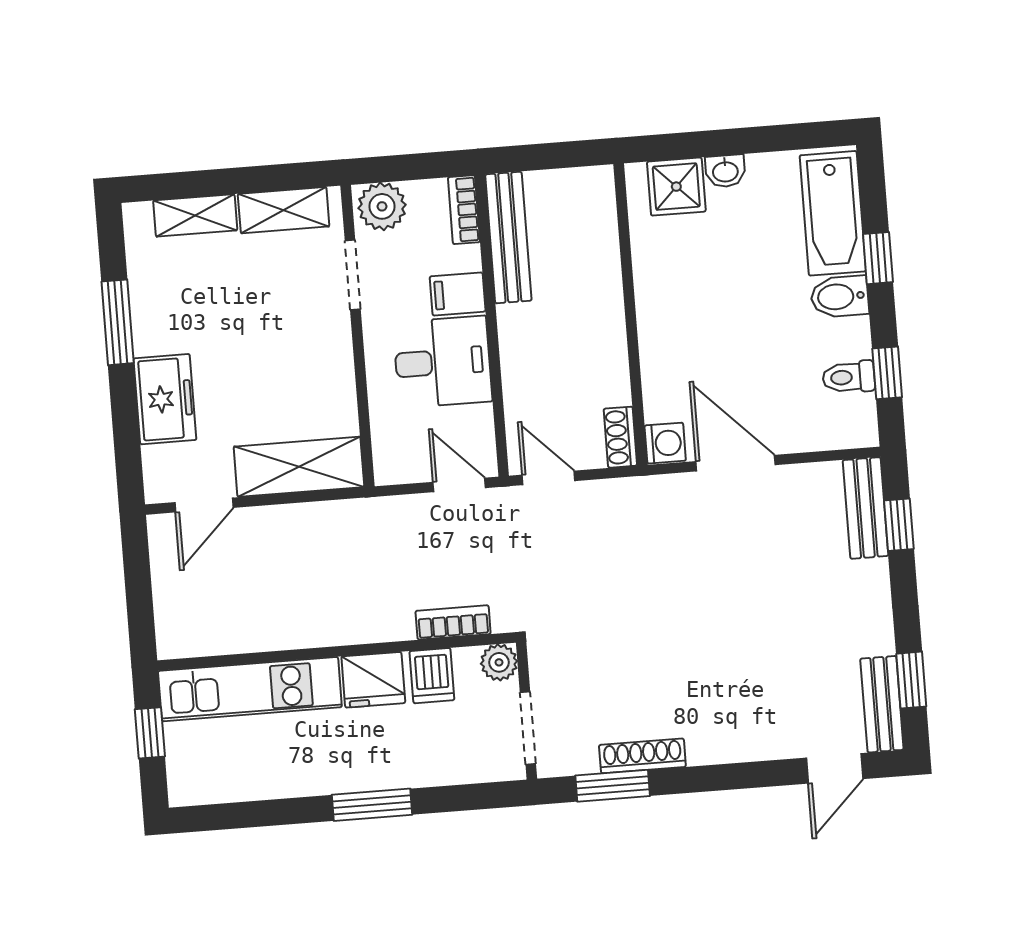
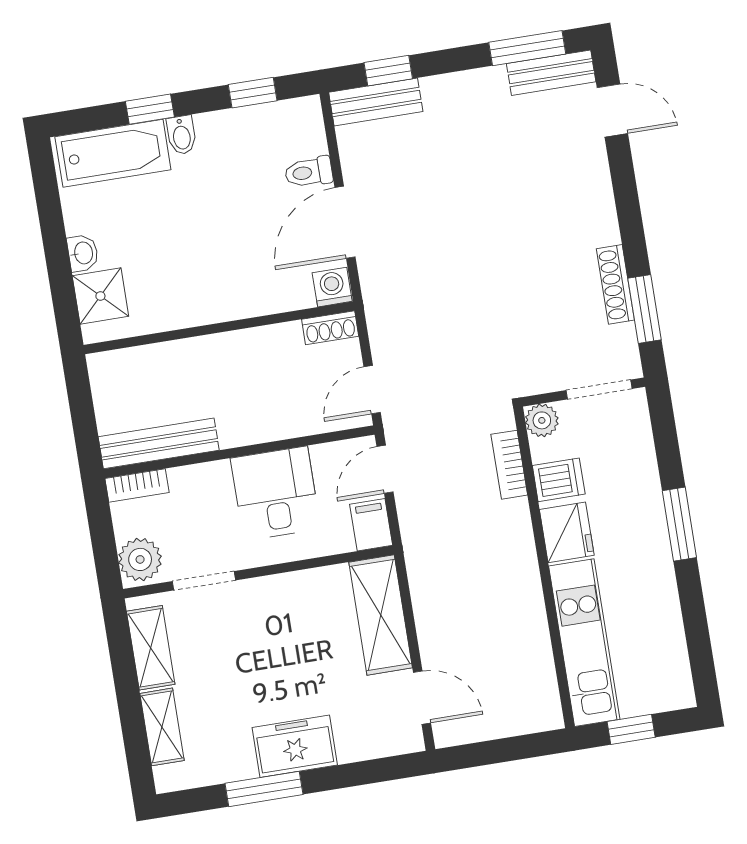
filing cabinet: (458, 294) -> (371, 525), moved, turned 180
bidet: (840, 297) -> (181, 135), width x0.72, depth x0.74
toilet: (849, 377) -> (309, 172), moved, turned 90
freezer: (165, 399) -> (295, 746), moved
window: (911, 680) -> (527, 48), width x1.50

